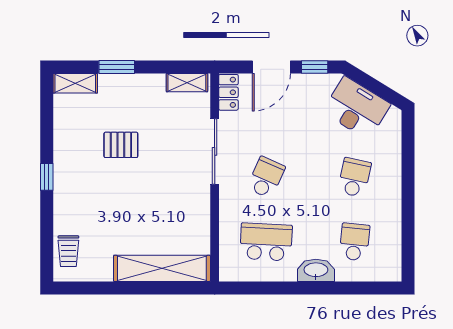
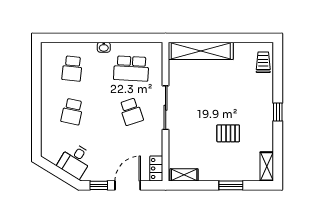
shelving: (75, 83) -> (267, 166), moved, turned 90
desk: (356, 108) -> (75, 161), width x0.73
sliding door: (215, 151) -> (166, 108), moved
school desk: (266, 177) -> (131, 112), turned -42
washbasin: (316, 270) -> (104, 47), width x0.52, depth x0.69

